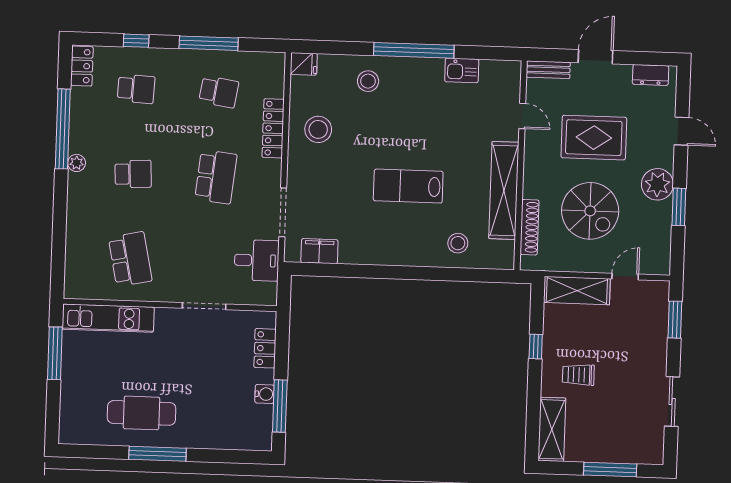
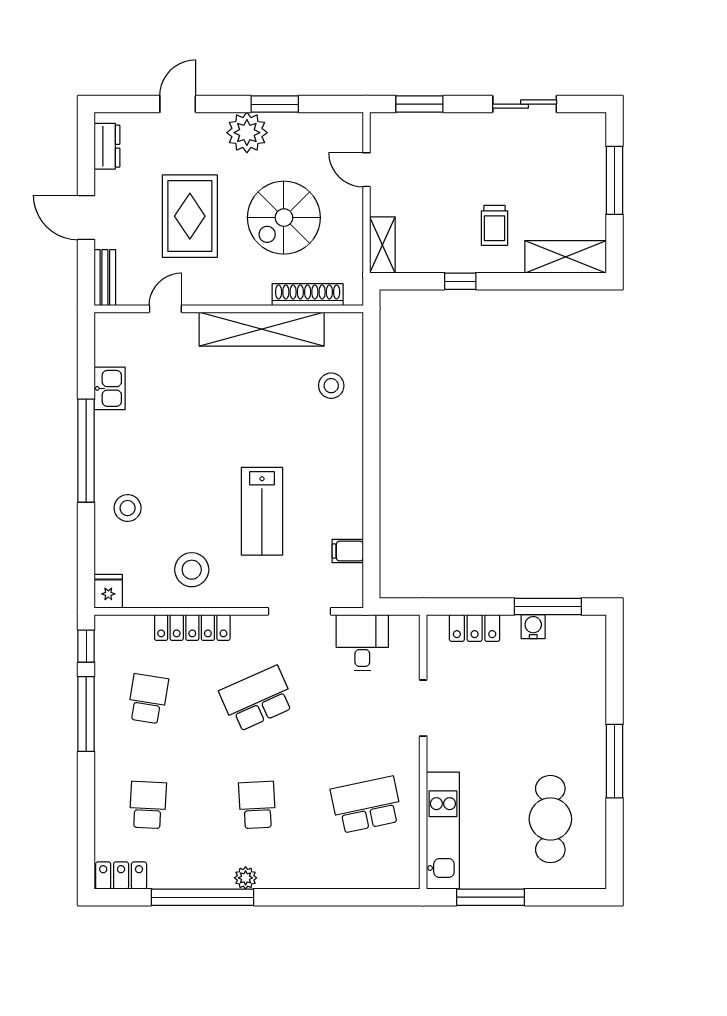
window: (136, 41) -> (86, 646), moved
school desk: (216, 177) -> (257, 699), turned -30
lab bench: (408, 186) -> (262, 511), moved
spiral stairs: (590, 211) -> (284, 218), turned 180
filing cabinet: (319, 251) -> (348, 551), width x0.50
shelving: (577, 291) -> (382, 245), width x0.67, depth x0.75
cafe table: (141, 413) -> (550, 819), moved

